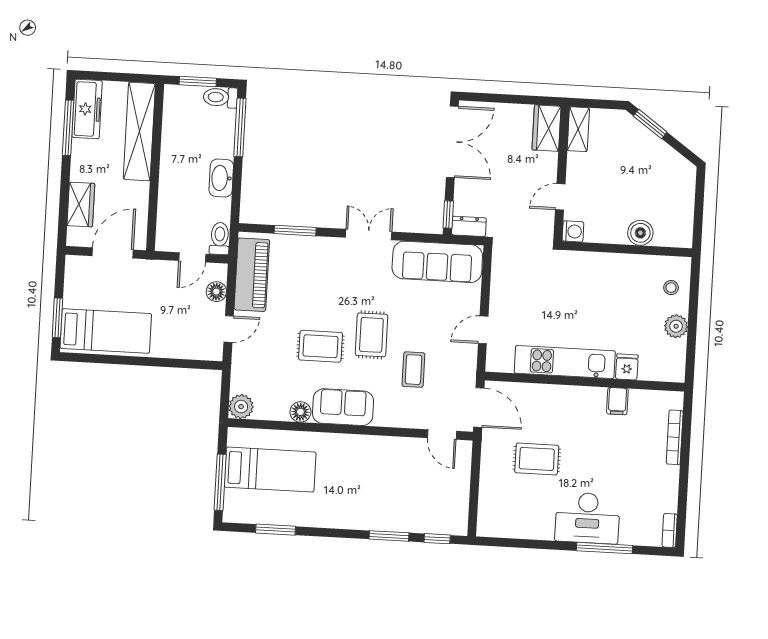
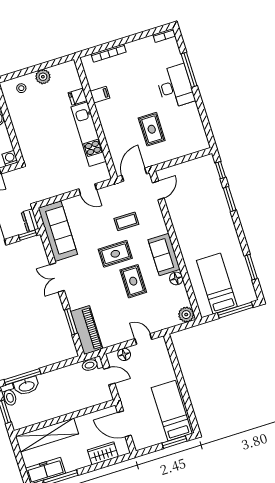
washbasin: (221, 178) -> (27, 386), moved
piano: (252, 275) -> (87, 330), moved, turned 90

